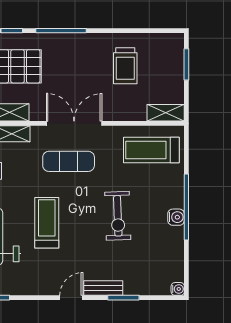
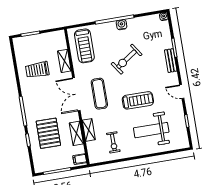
trolley: (125, 66) -> (37, 70), turned 180
shelving: (166, 113) -> (64, 61), moved
exercise bike: (118, 216) -> (127, 59), turned 148
treadmill: (47, 223) -> (138, 100), turned 180
door: (71, 298) -> (182, 91), moved

